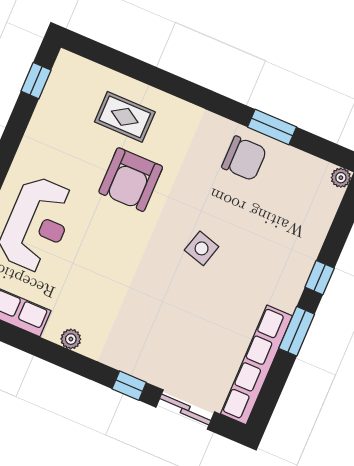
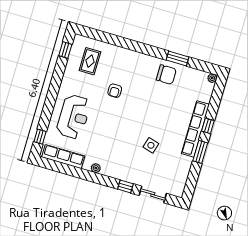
rug: (125, 117) -> (90, 61), moved, turned 90
armchair: (131, 180) -> (115, 91), width x0.53, depth x0.53
side table: (202, 248) -> (151, 145), moved
row of seats: (256, 365) -> (195, 129), moved

